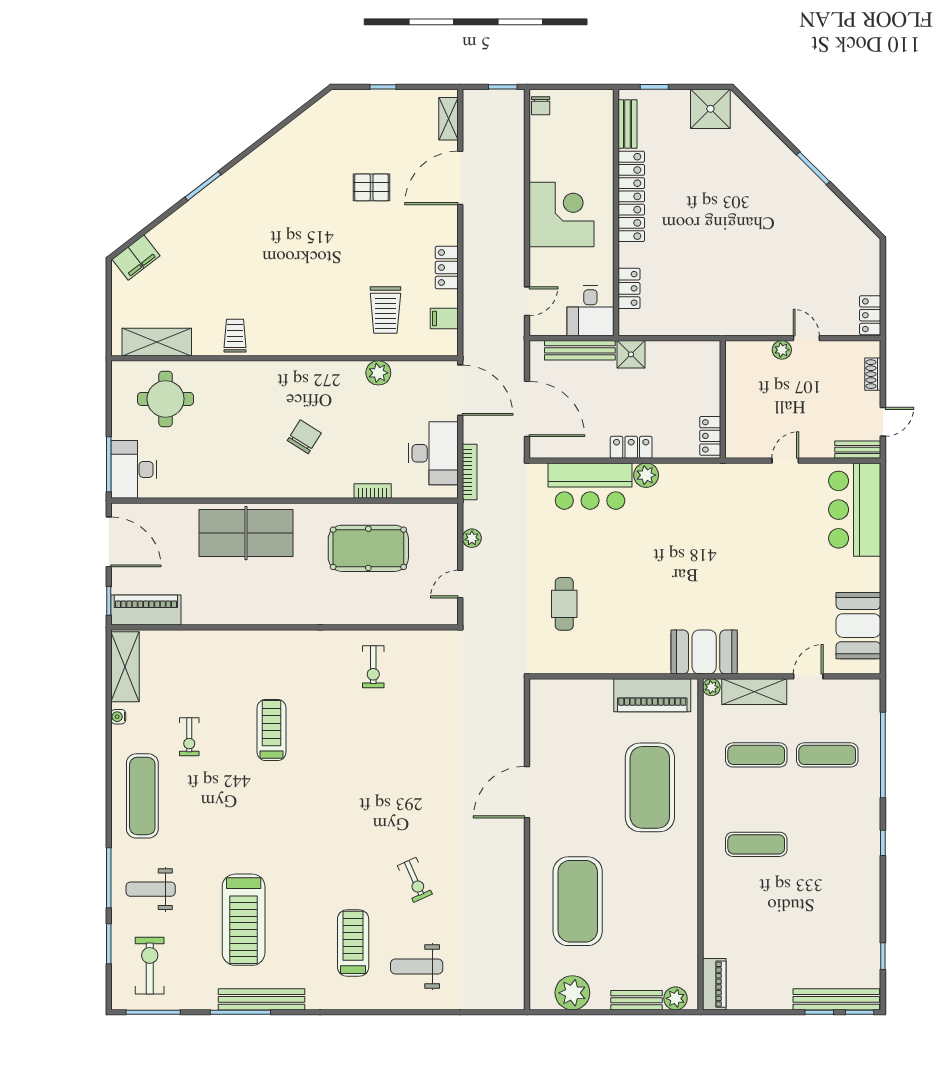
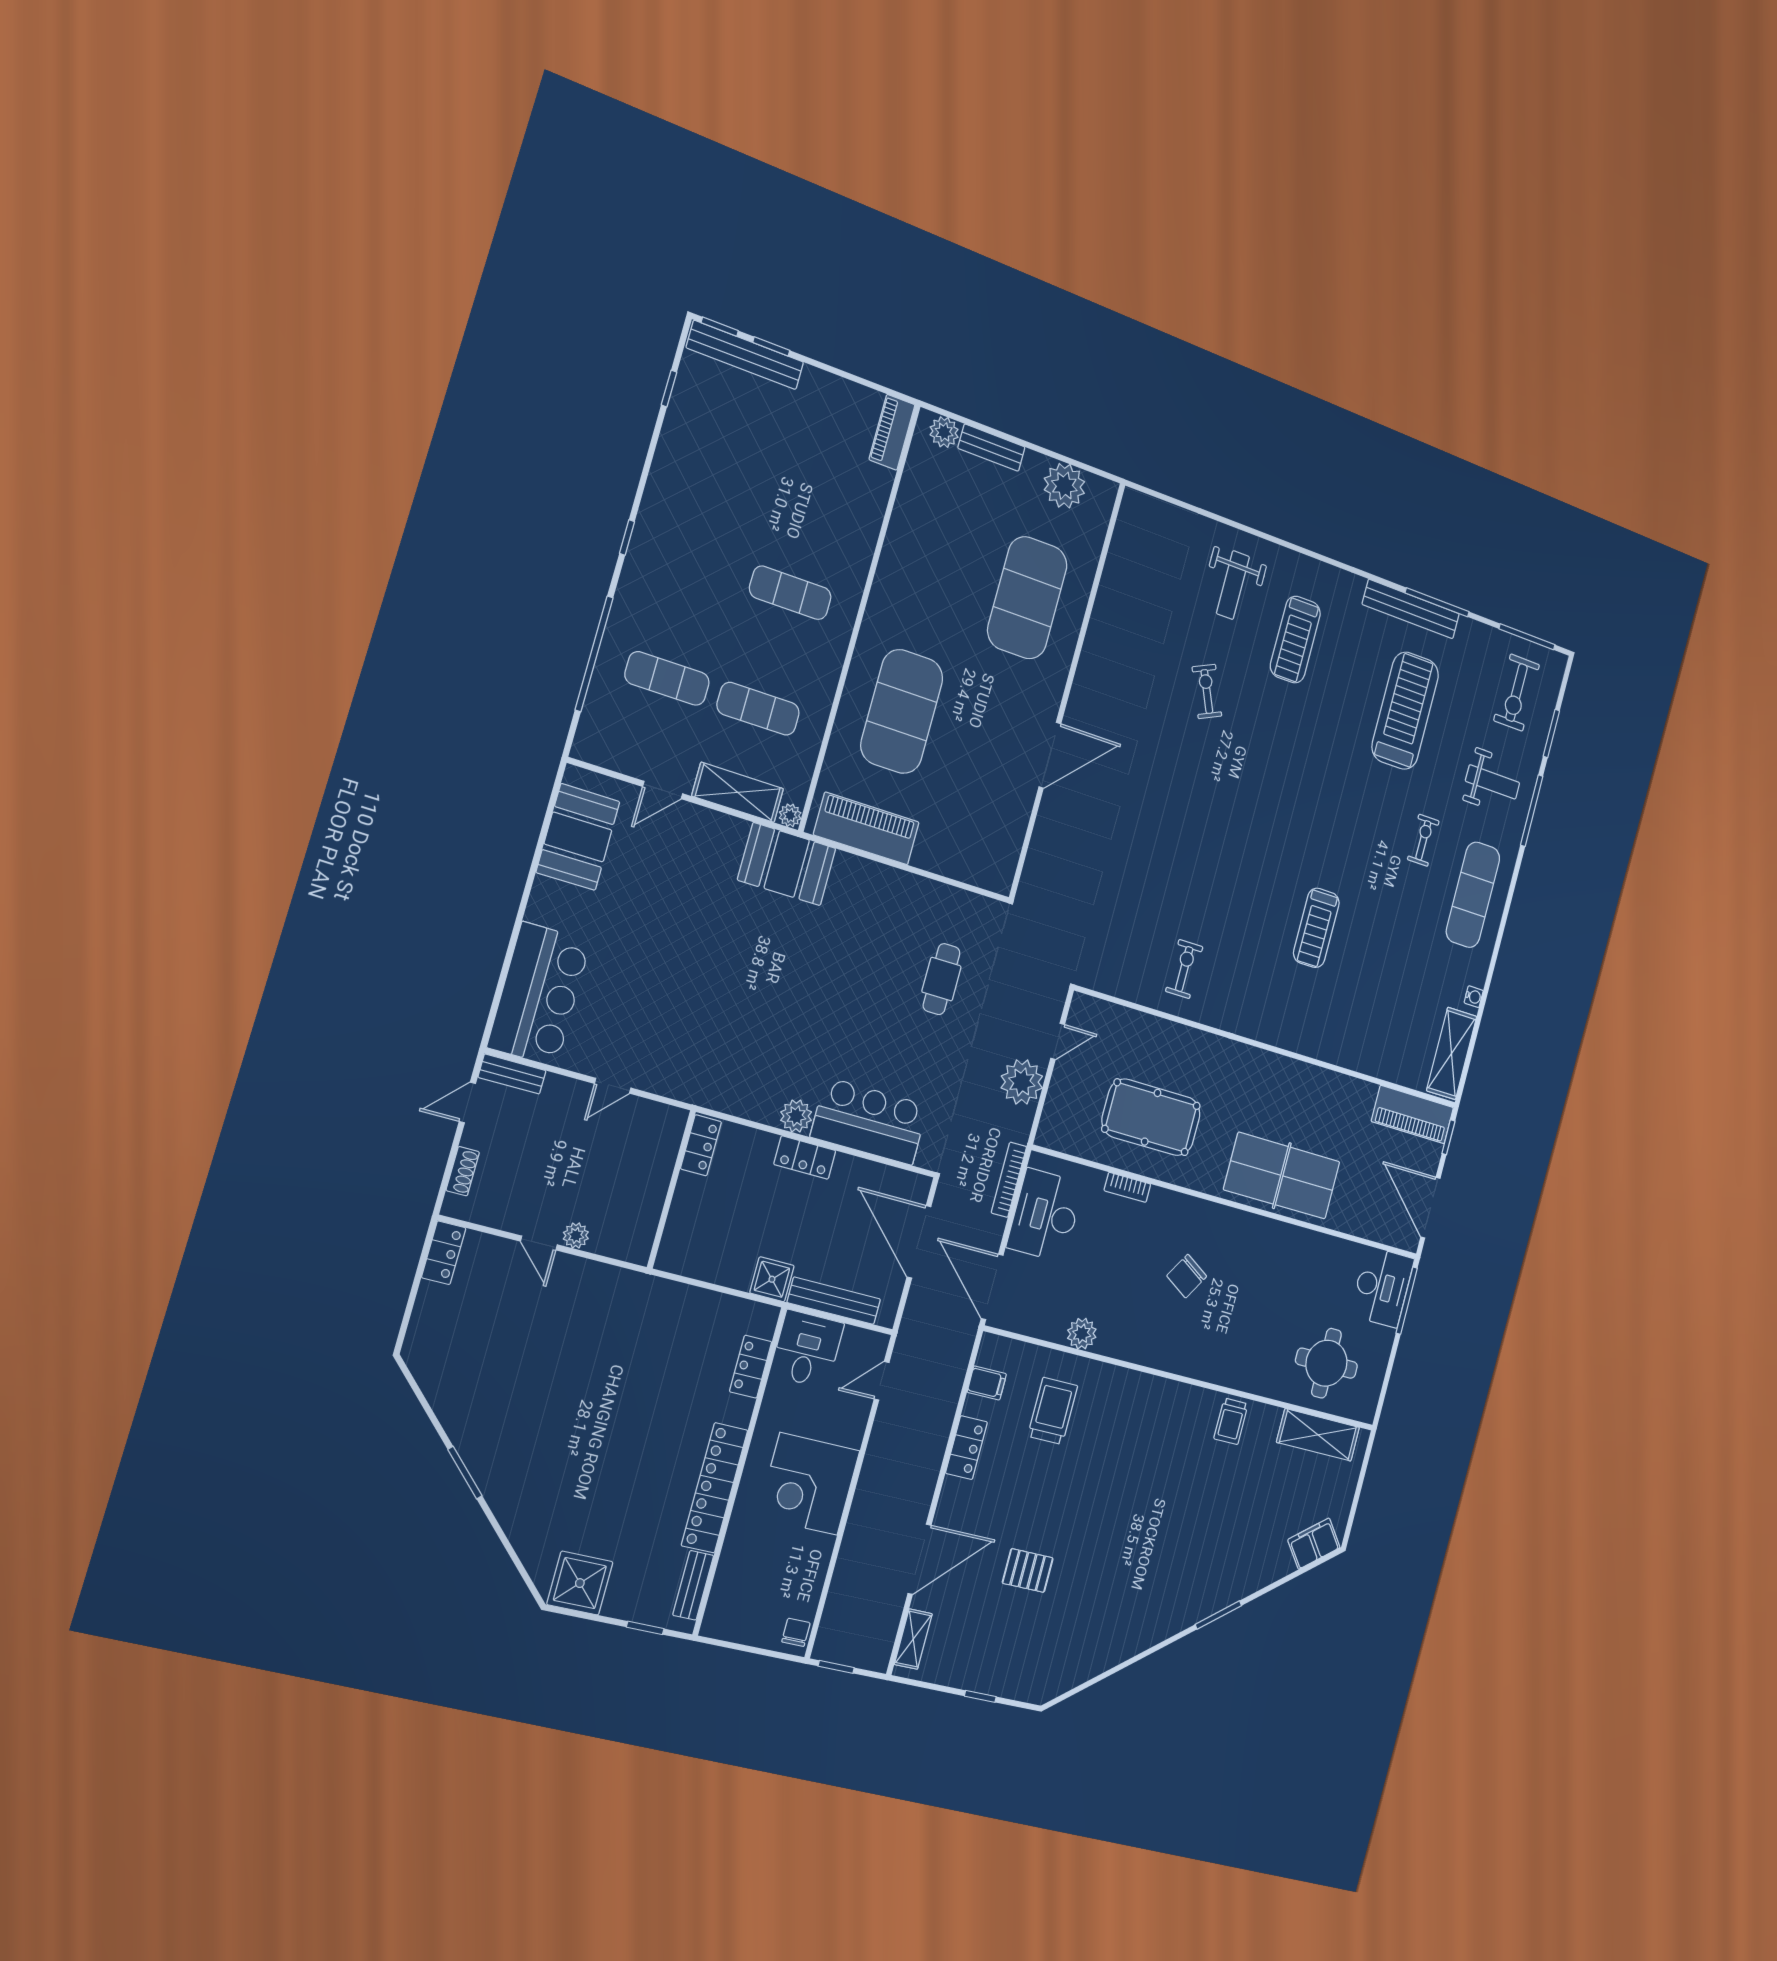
plant: (472, 538) -> (1022, 1082), width x1.87, depth x1.87
exercise bike: (189, 737) -> (1423, 840), moved
weight bench: (417, 966) -> (1233, 585), turned 90

